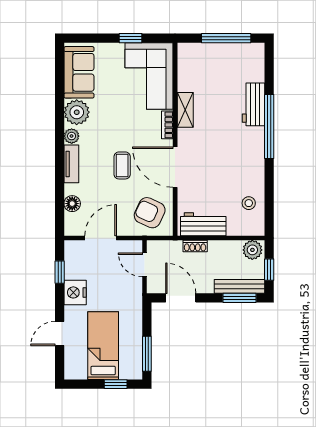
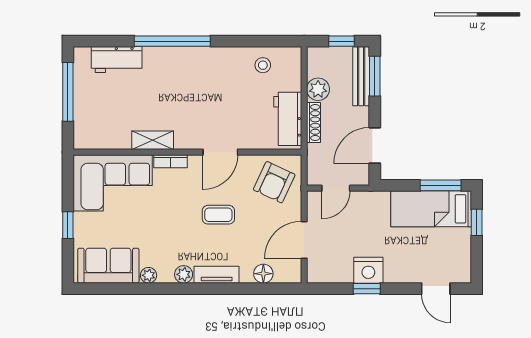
window: (131, 38) -> (68, 225), moved
workbench: (254, 104) -> (117, 59), moved
plant: (77, 112) -> (149, 275), width x0.53, depth x0.53
door: (175, 167) -> (220, 152), width x0.73
door: (101, 238) -> (304, 240), hinge flipped
shoe rack: (195, 246) -> (314, 123), width x1.43
plant: (252, 250) -> (318, 89), moved
window: (60, 272) -> (367, 289), moved
door: (60, 334) -> (436, 289), moved
bed: (103, 346) -> (431, 209), moved

